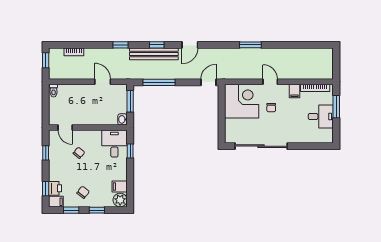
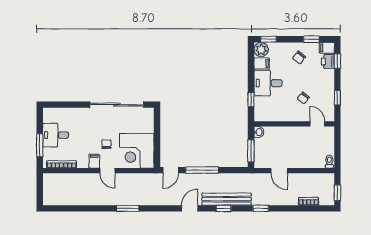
window: (159, 82) -> (202, 170), moved
filing cabinet: (294, 91) -> (94, 161), moved
desk: (114, 144) -> (268, 83), moved, turned 90
window: (97, 210) -> (269, 39), moved

